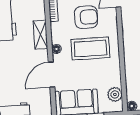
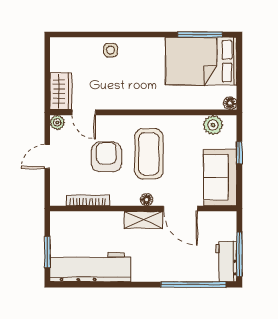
shelving: (40, 35) -> (144, 220), moved

